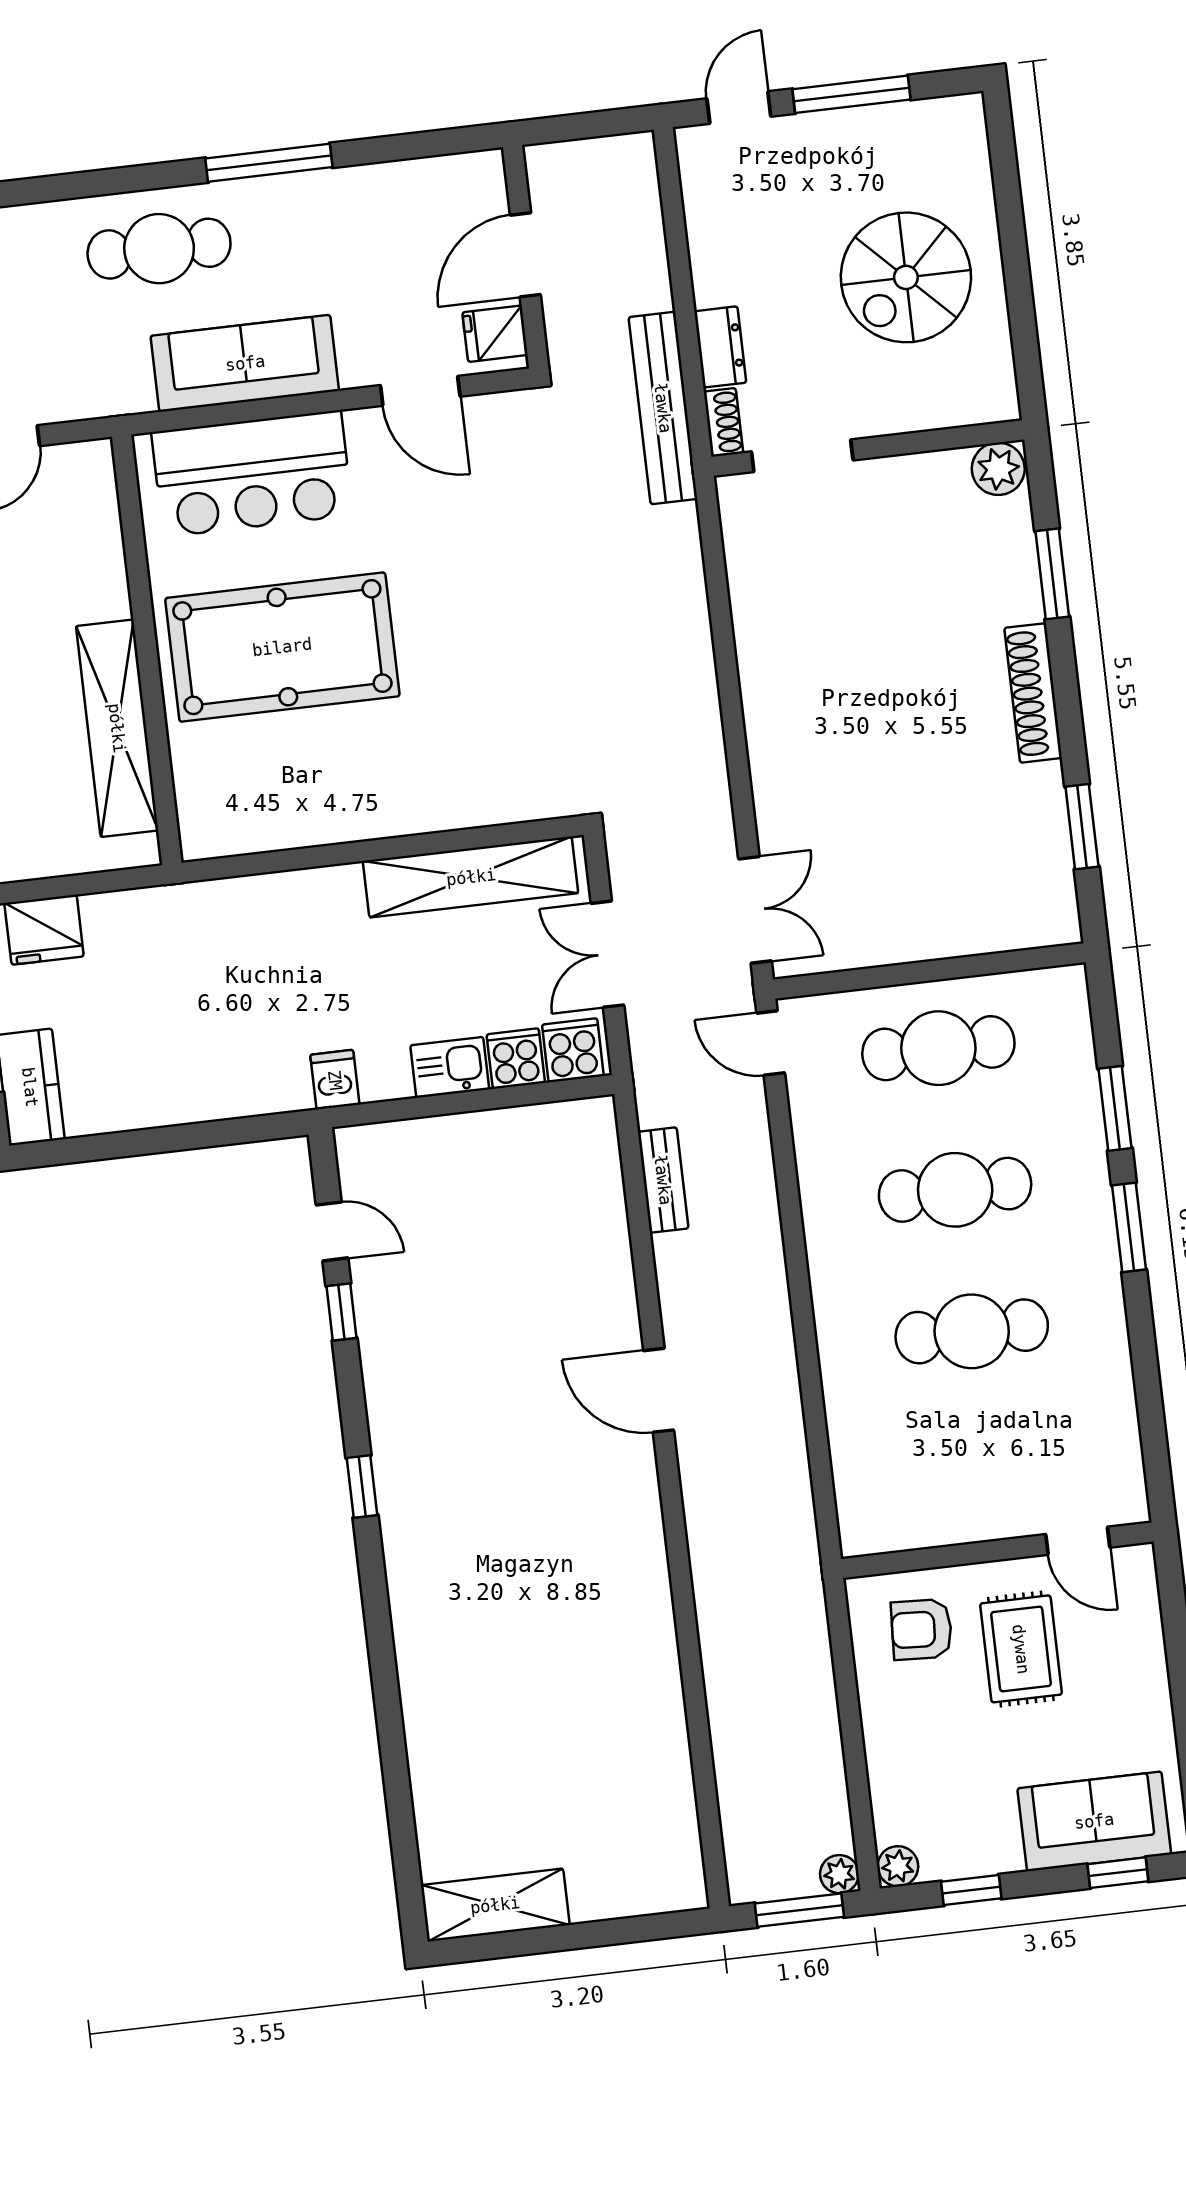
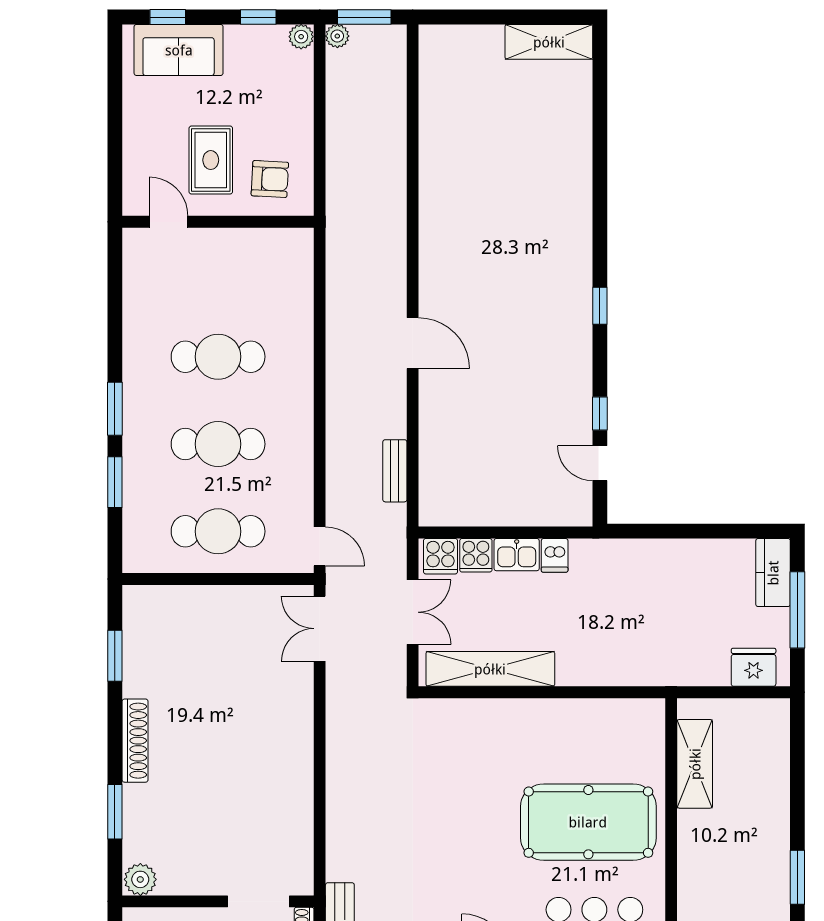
shelving: (117, 728) -> (695, 764), width x0.68
dishwasher: (335, 1080) -> (555, 555), moved

